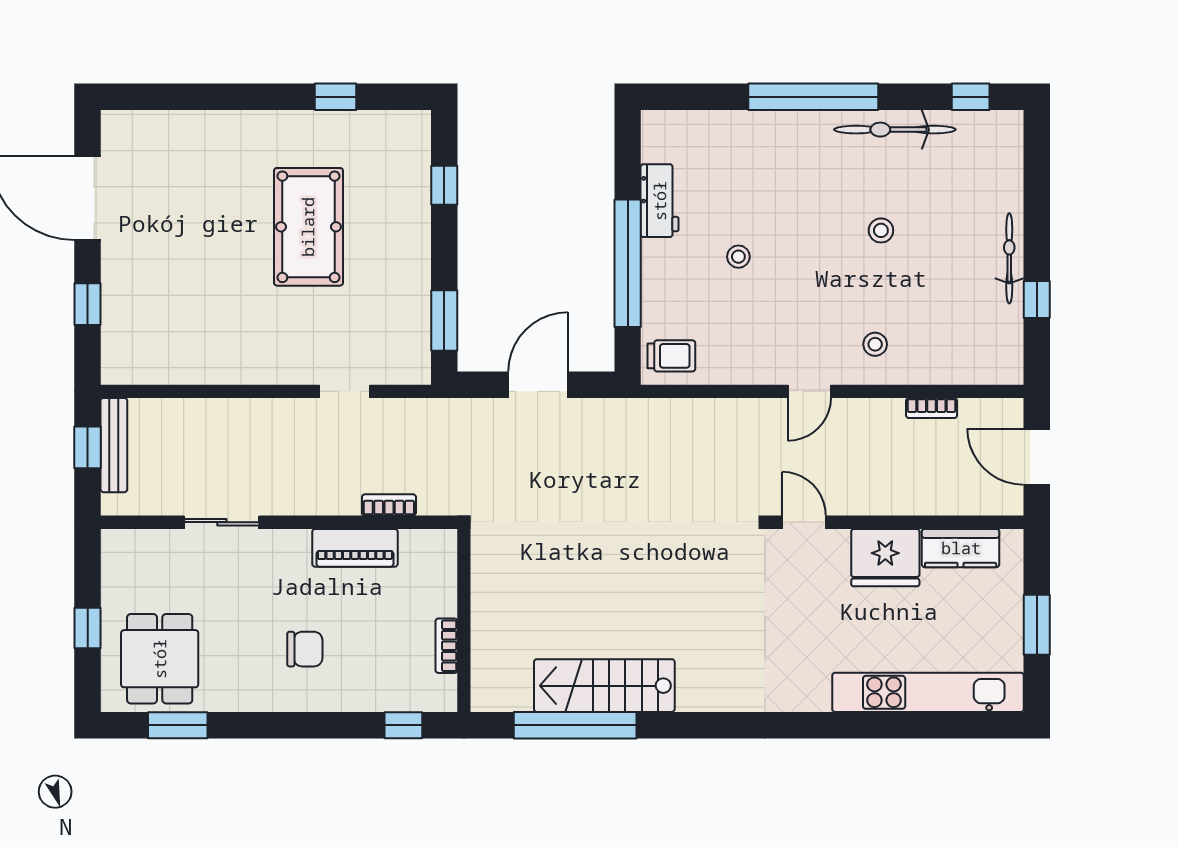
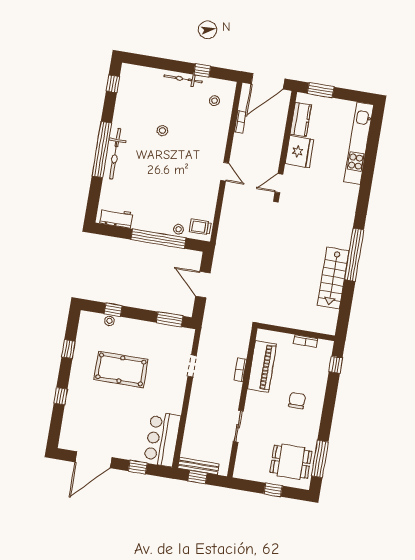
window: (223, 97) -> (61, 396), added
bicycle: (895, 130) -> (115, 154), moved
stool: (417, 181) -> (109, 321), added
workbench: (660, 201) -> (116, 218), moved
stool: (738, 257) -> (179, 229), moved
stool: (875, 344) -> (214, 101), moved
bar counter: (163, 350) -> (162, 439), added
trolley: (671, 356) -> (200, 227), turned -90
door: (1037, 457) -> (268, 81), width x1.36
bookcase: (389, 505) -> (240, 370), moved
piano: (355, 548) -> (262, 366), width x1.37, depth x1.33
window: (1037, 625) -> (321, 90), moved
window: (178, 725) -> (320, 459), width x1.44
window: (575, 725) -> (354, 255), moved

